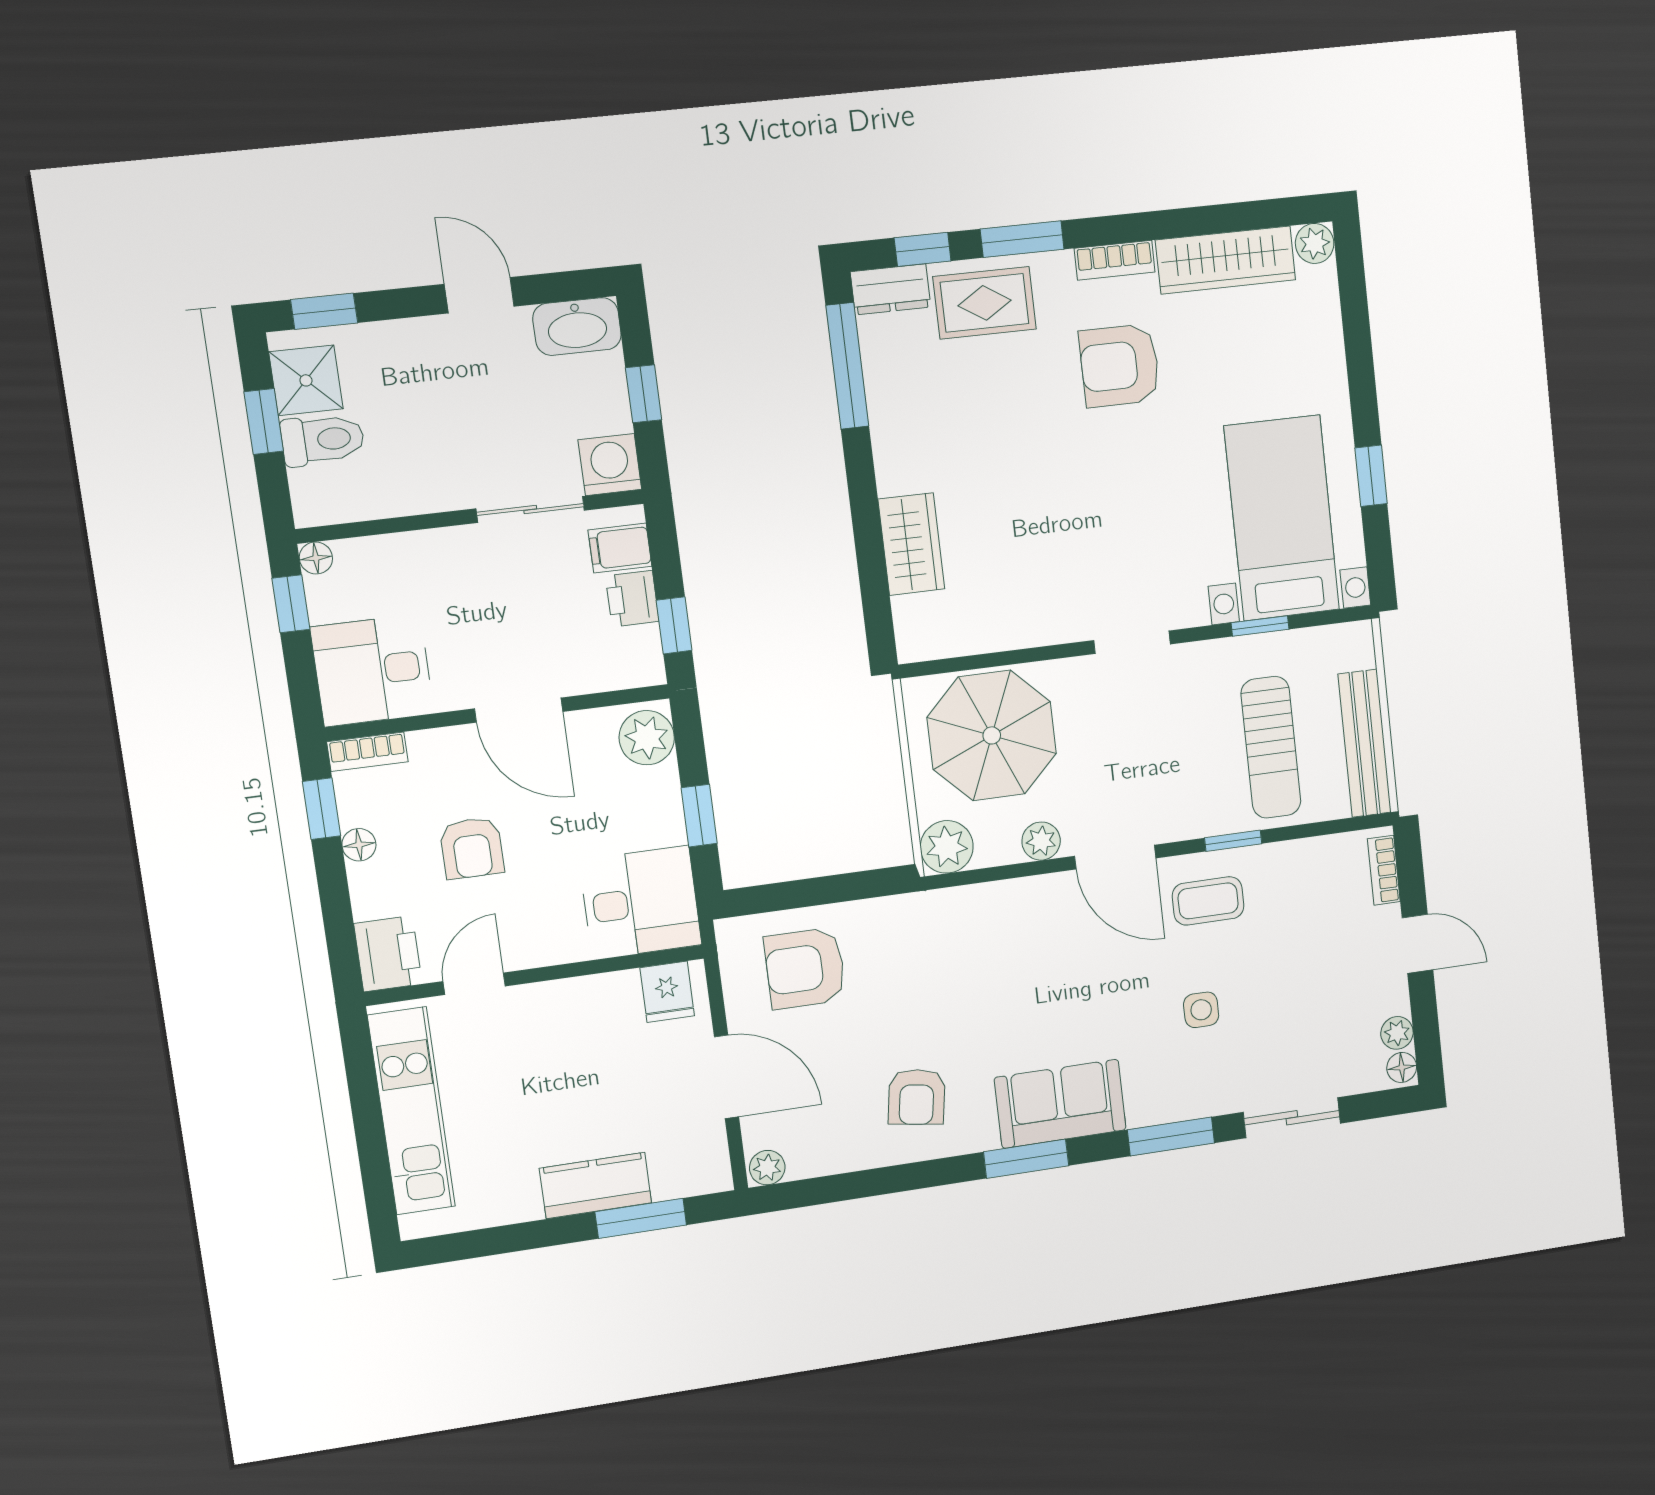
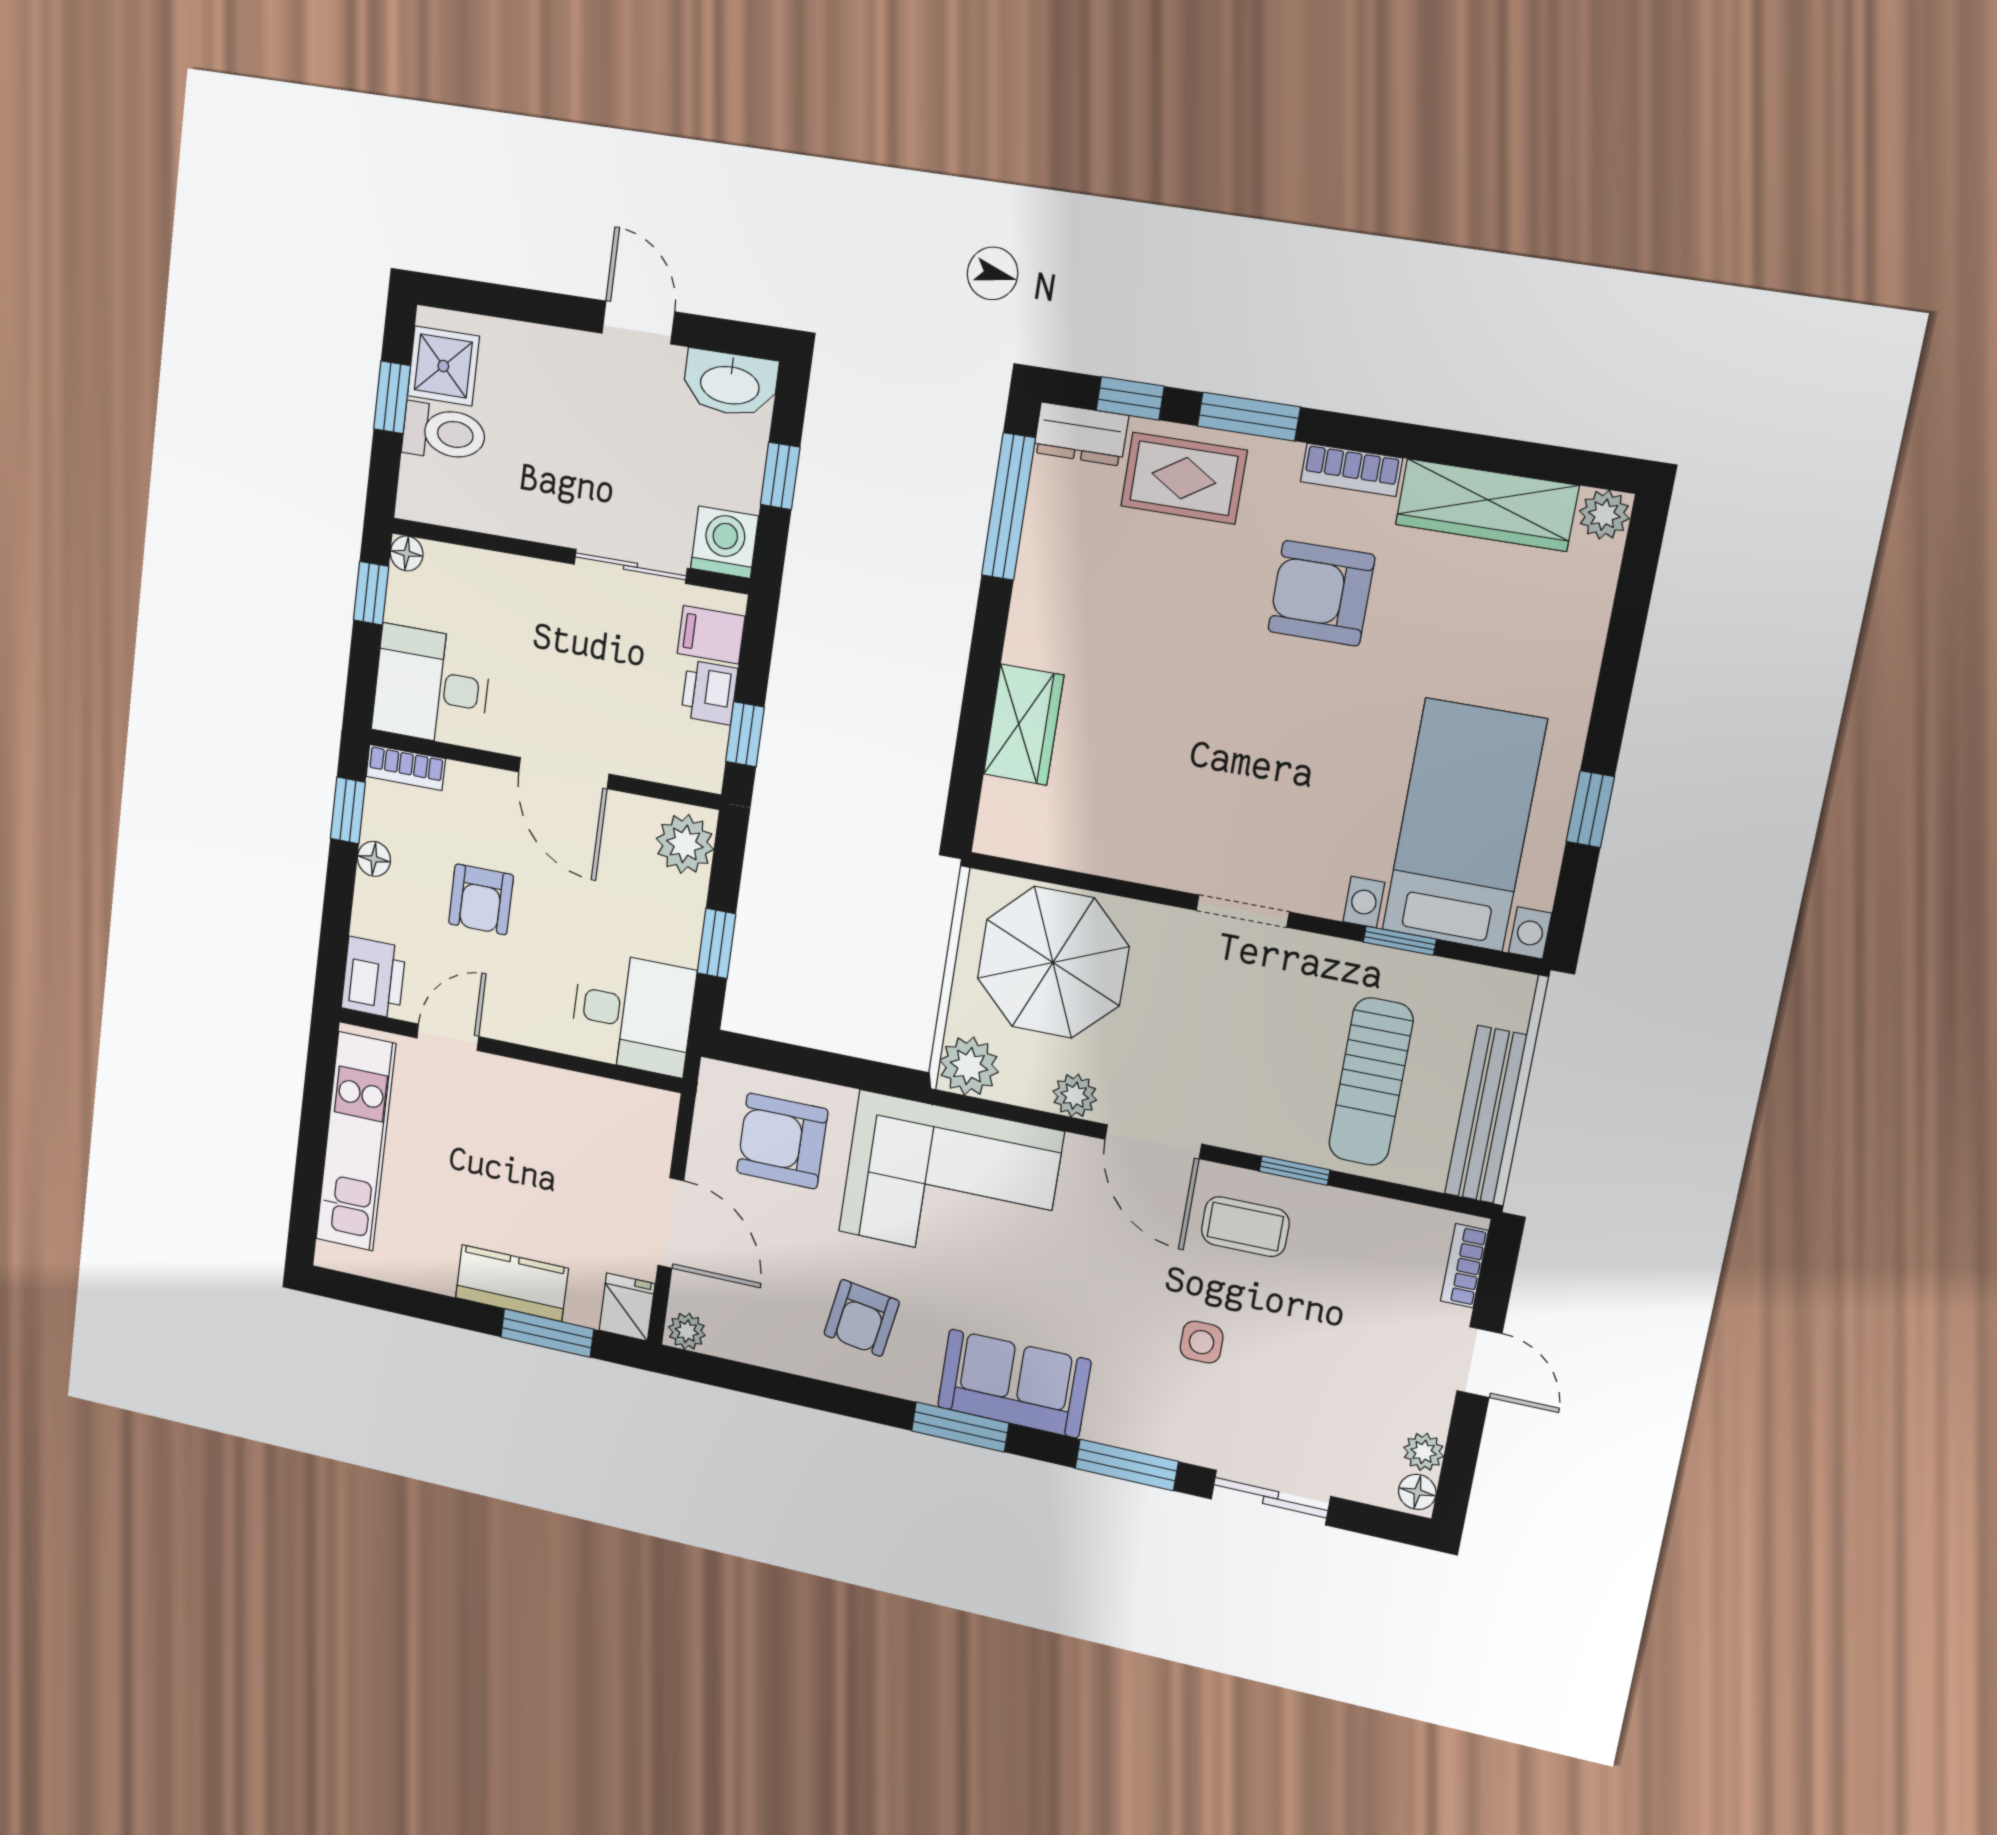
window: (324, 311) -> (479, 298), removed
corner sofa: (959, 951) -> (950, 1182), added
fridge: (667, 992) -> (627, 1307), moved, turned 180

